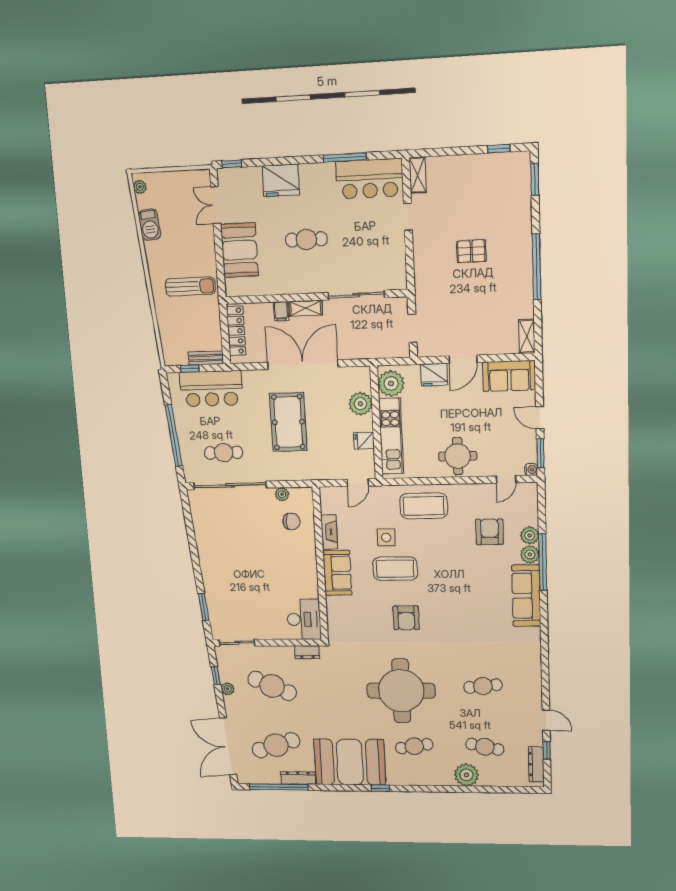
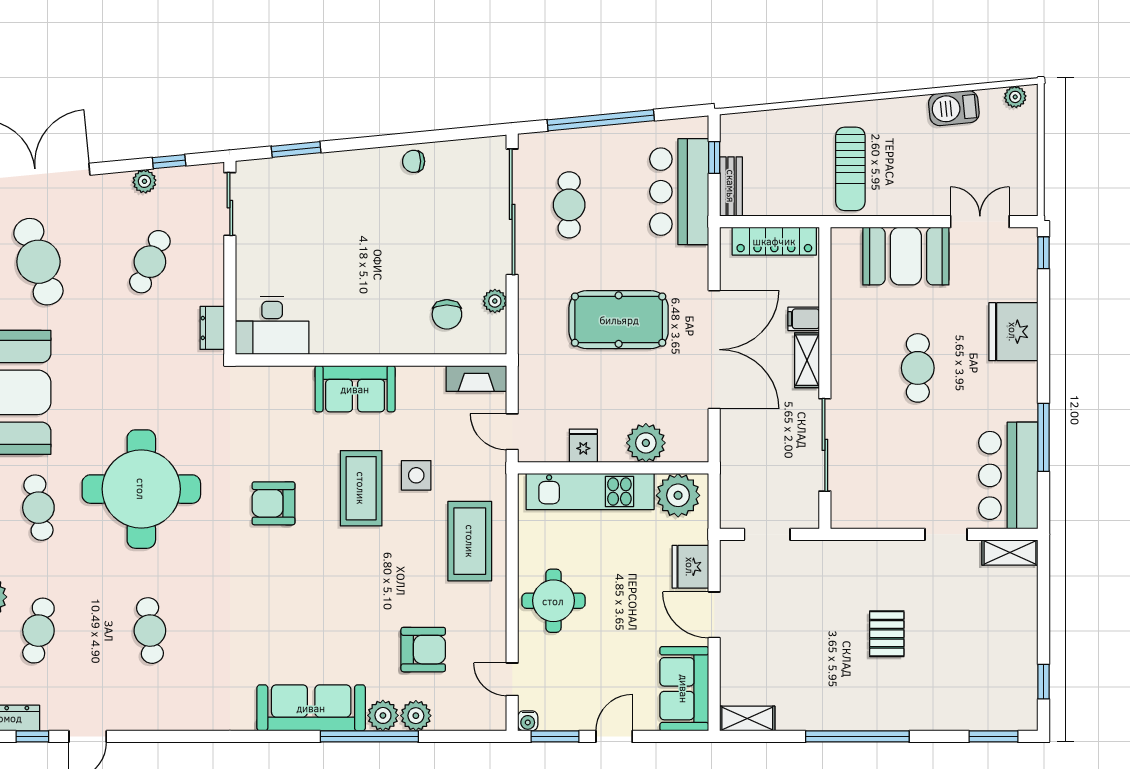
fireplace: (329, 532) -> (476, 378), moved
chair: (205, 542) -> (414, 161), added
cafe table: (272, 686) -> (150, 262), width x0.73, depth x0.74

